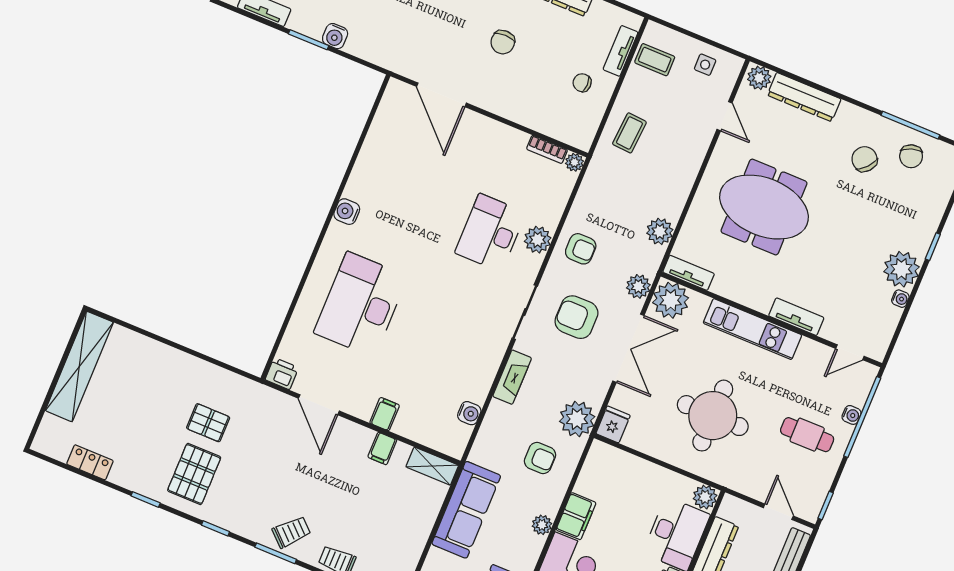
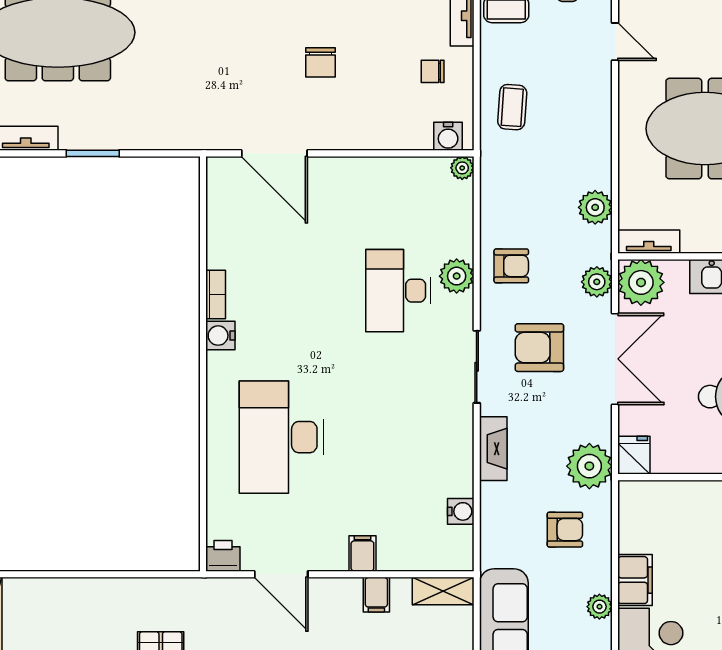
water cooler: (335, 36) -> (448, 136), moved
bookcase: (547, 149) -> (216, 294), moved, turned -90

